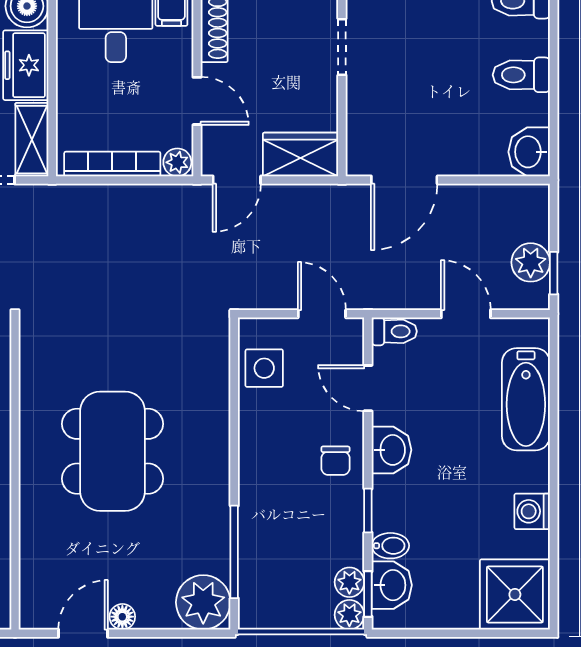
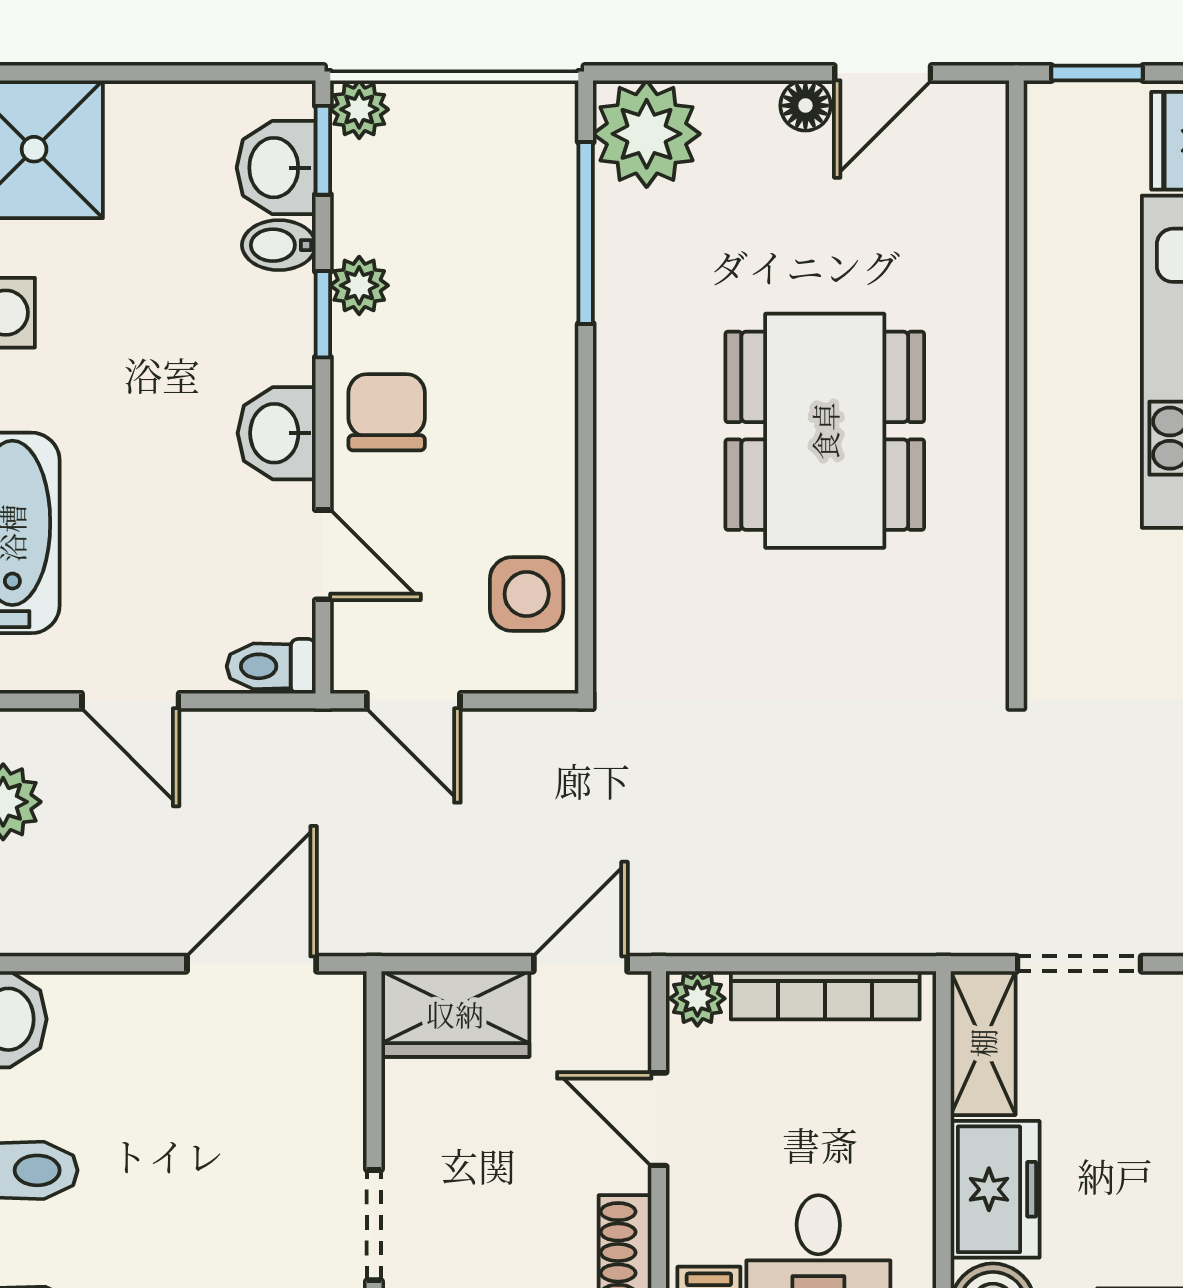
chair: (335, 461) -> (387, 412), width x1.37, depth x1.37
plant: (349, 582) -> (359, 285), moved

